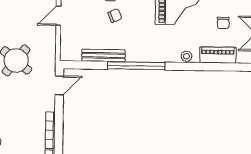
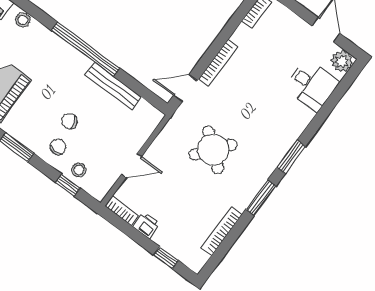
bookcase: (50, 130) -> (218, 63), moved

